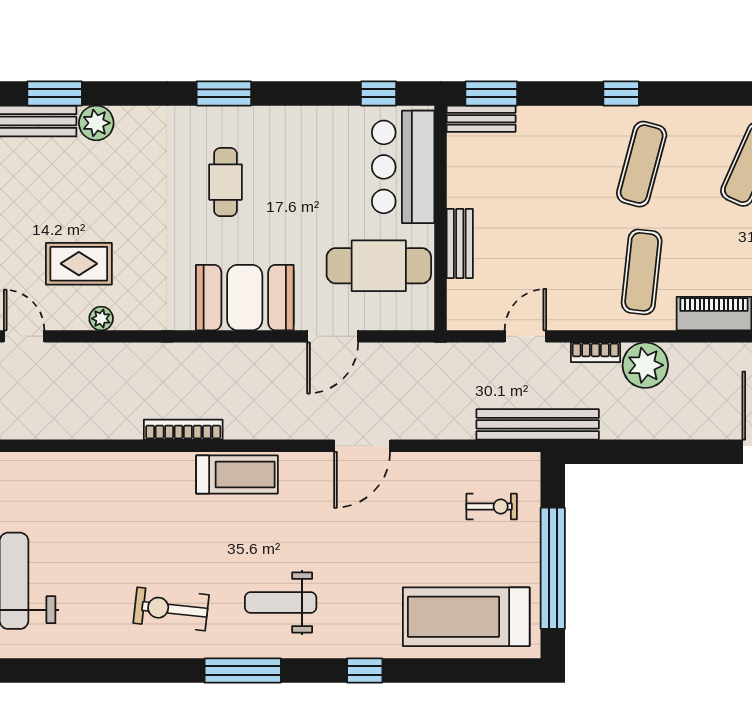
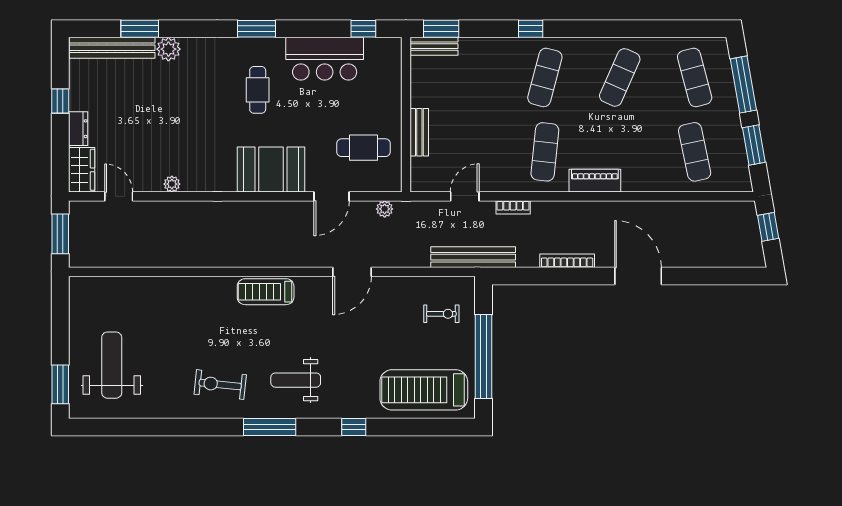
bar counter: (403, 167) -> (325, 59), moved, turned -90
rug: (79, 264) -> (156, 146), removed
cafe table: (379, 266) -> (363, 148), width x0.73, depth x0.74
plant: (645, 365) -> (385, 209), moved, width x0.53, depth x0.53
bookcase: (183, 430) -> (567, 261), moved
treadmill: (237, 474) -> (266, 292), turned 180

